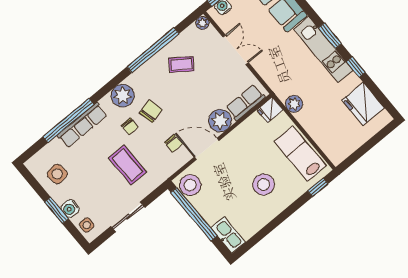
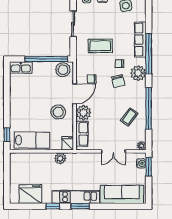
window: (68, 120) -> (149, 54), moved
stool: (264, 184) -> (58, 112), moved

